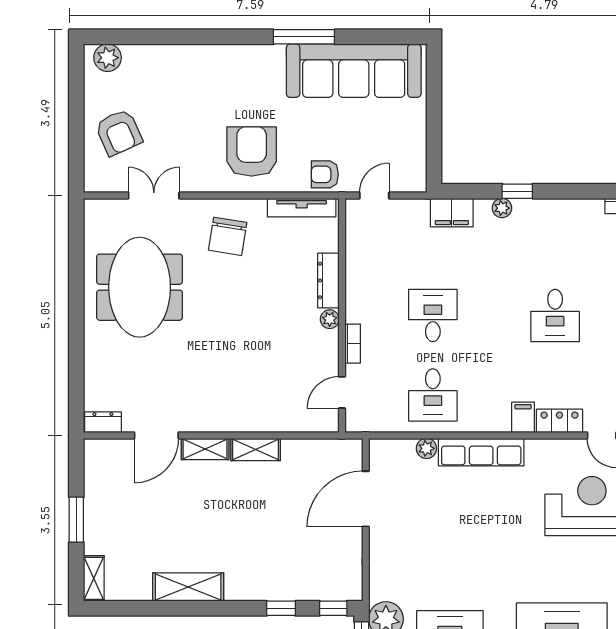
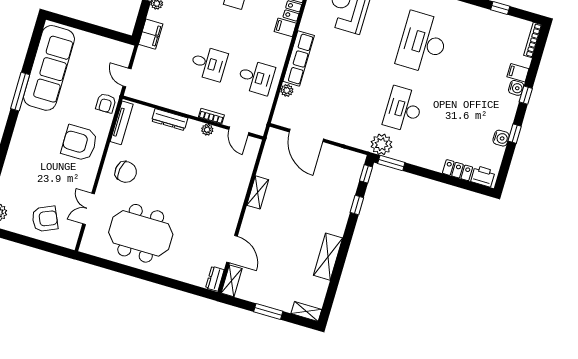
desk: (433, 315) -> (209, 63), turned 180
plant: (330, 319) -> (207, 130), moved
shelving: (205, 449) -> (232, 281), moved

